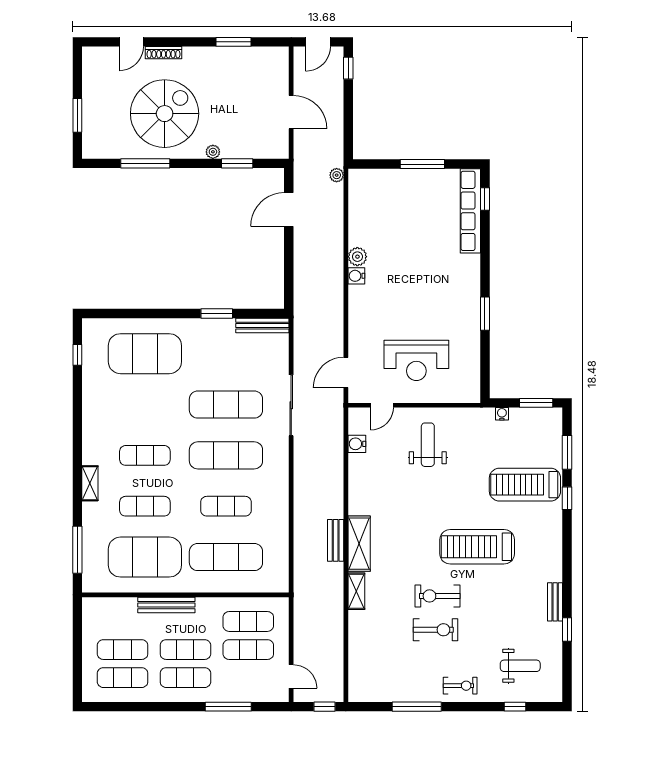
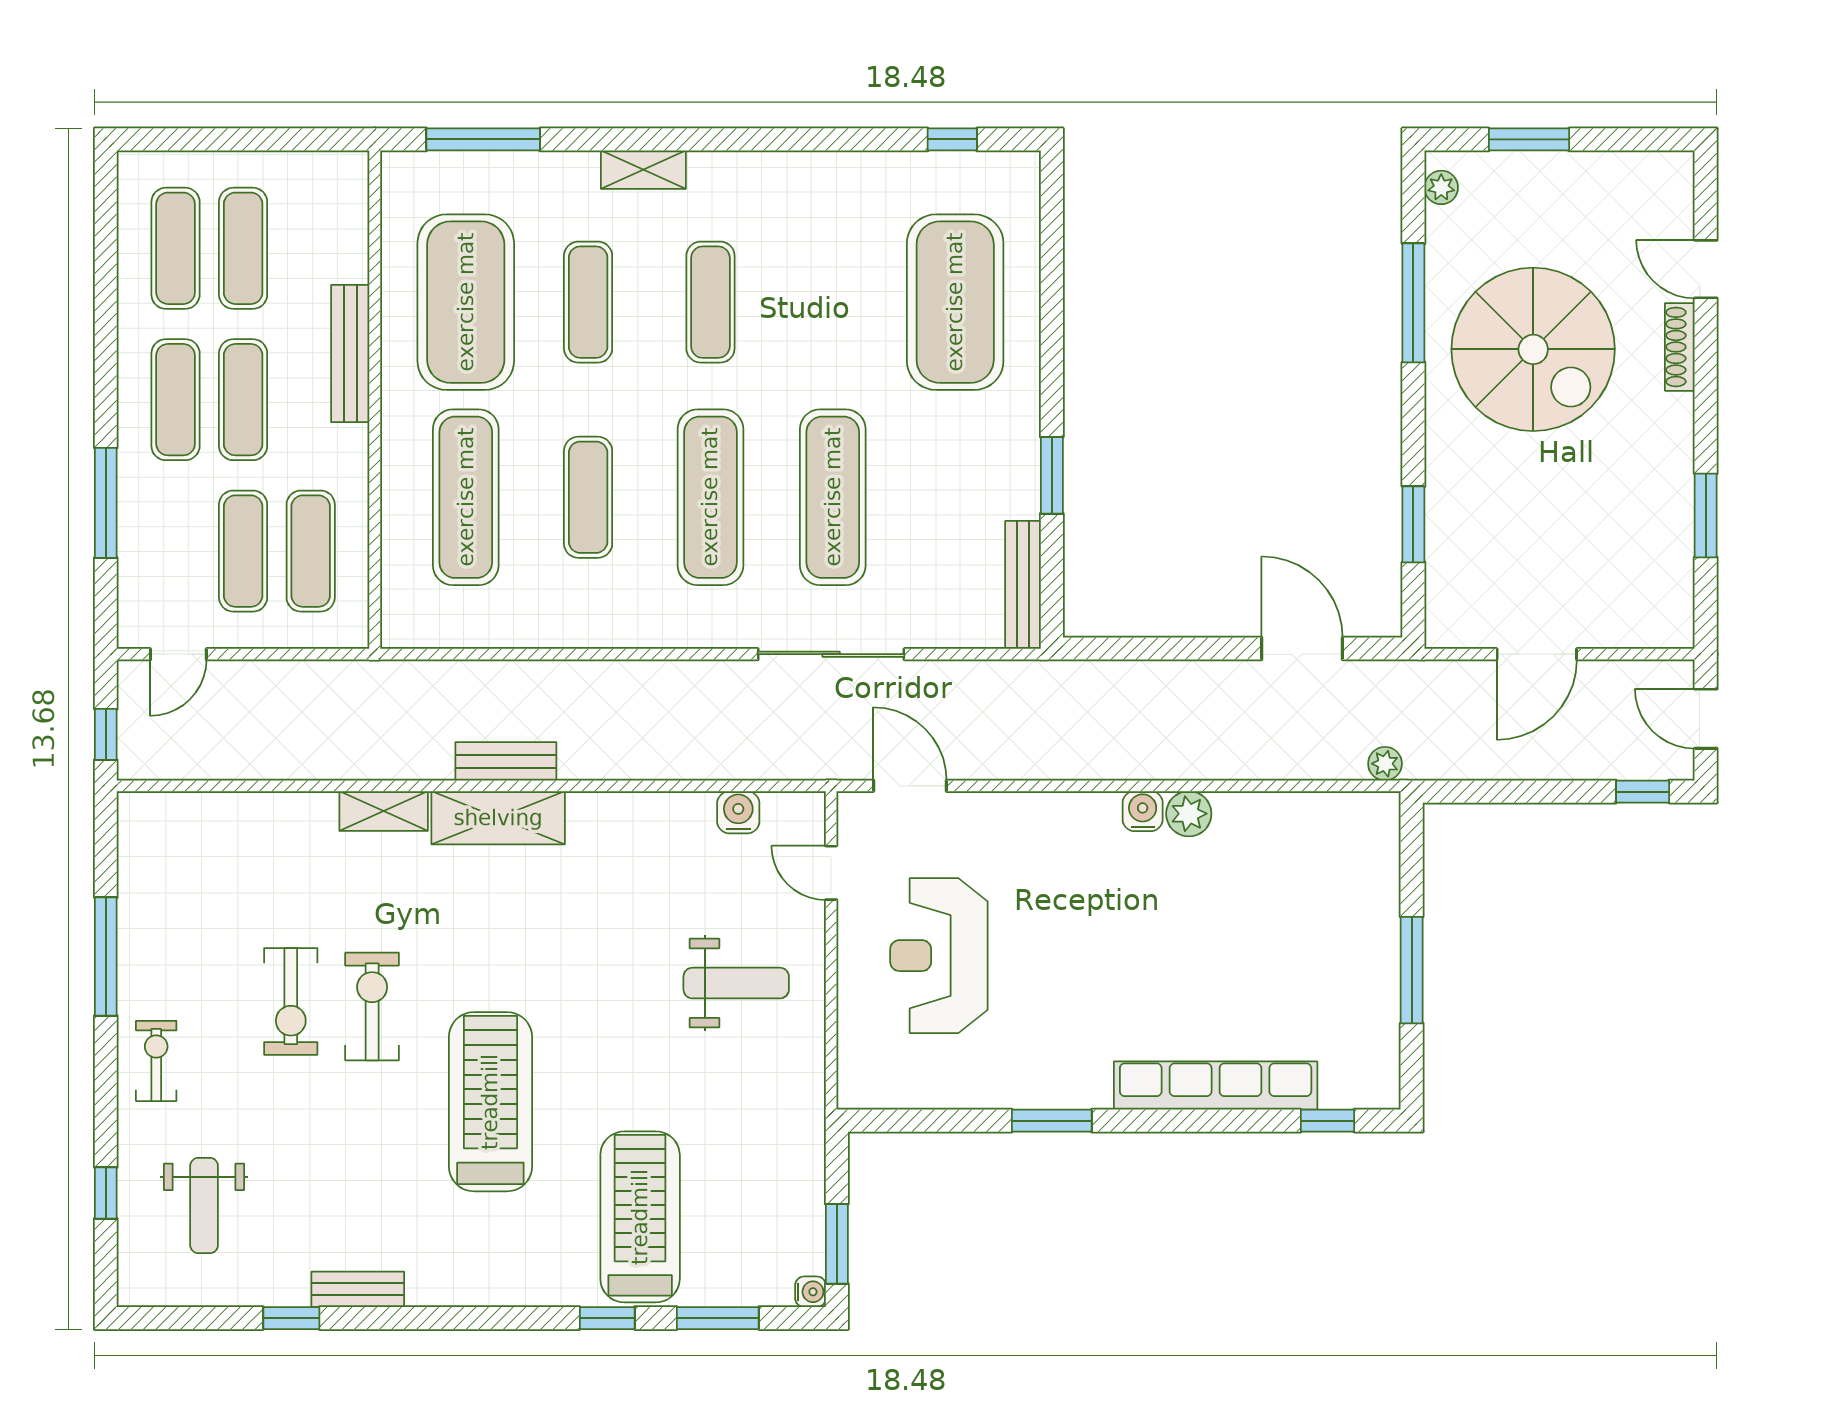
plant: (213, 152) -> (1441, 187), moved
row of seats: (470, 211) -> (1216, 1086), moved
water cooler: (502, 414) -> (810, 1292), moved
exercise bike: (460, 686) -> (156, 1061), turned 180

